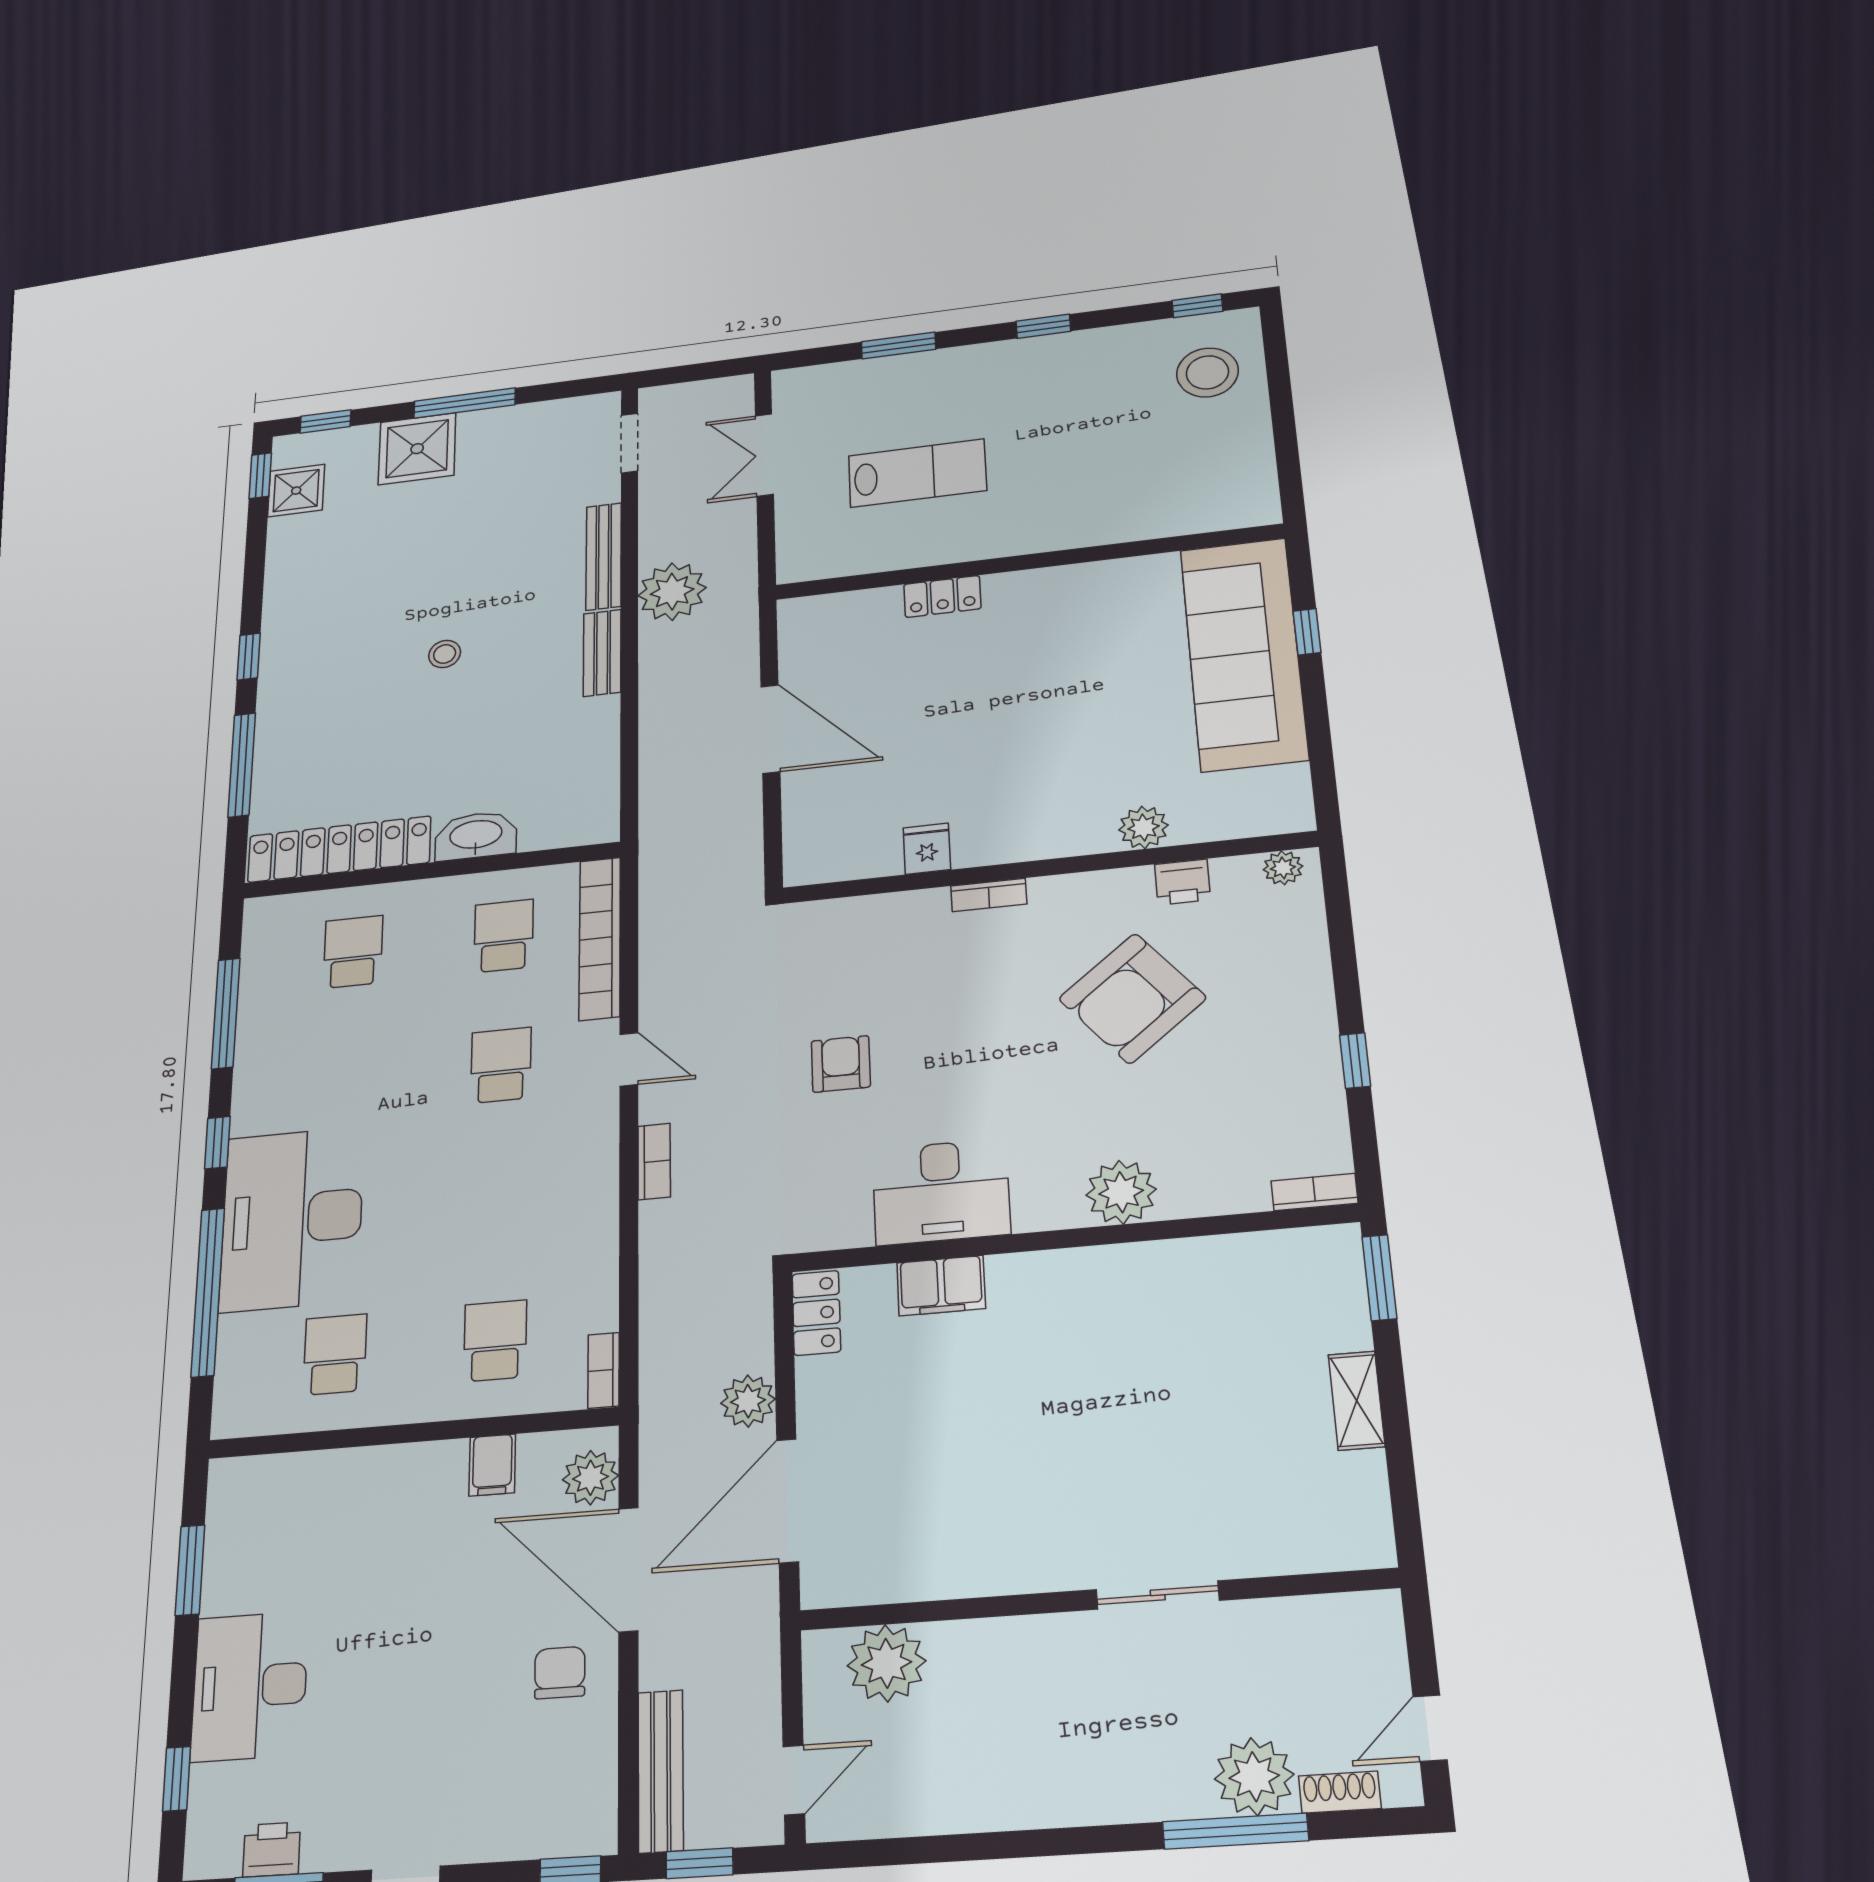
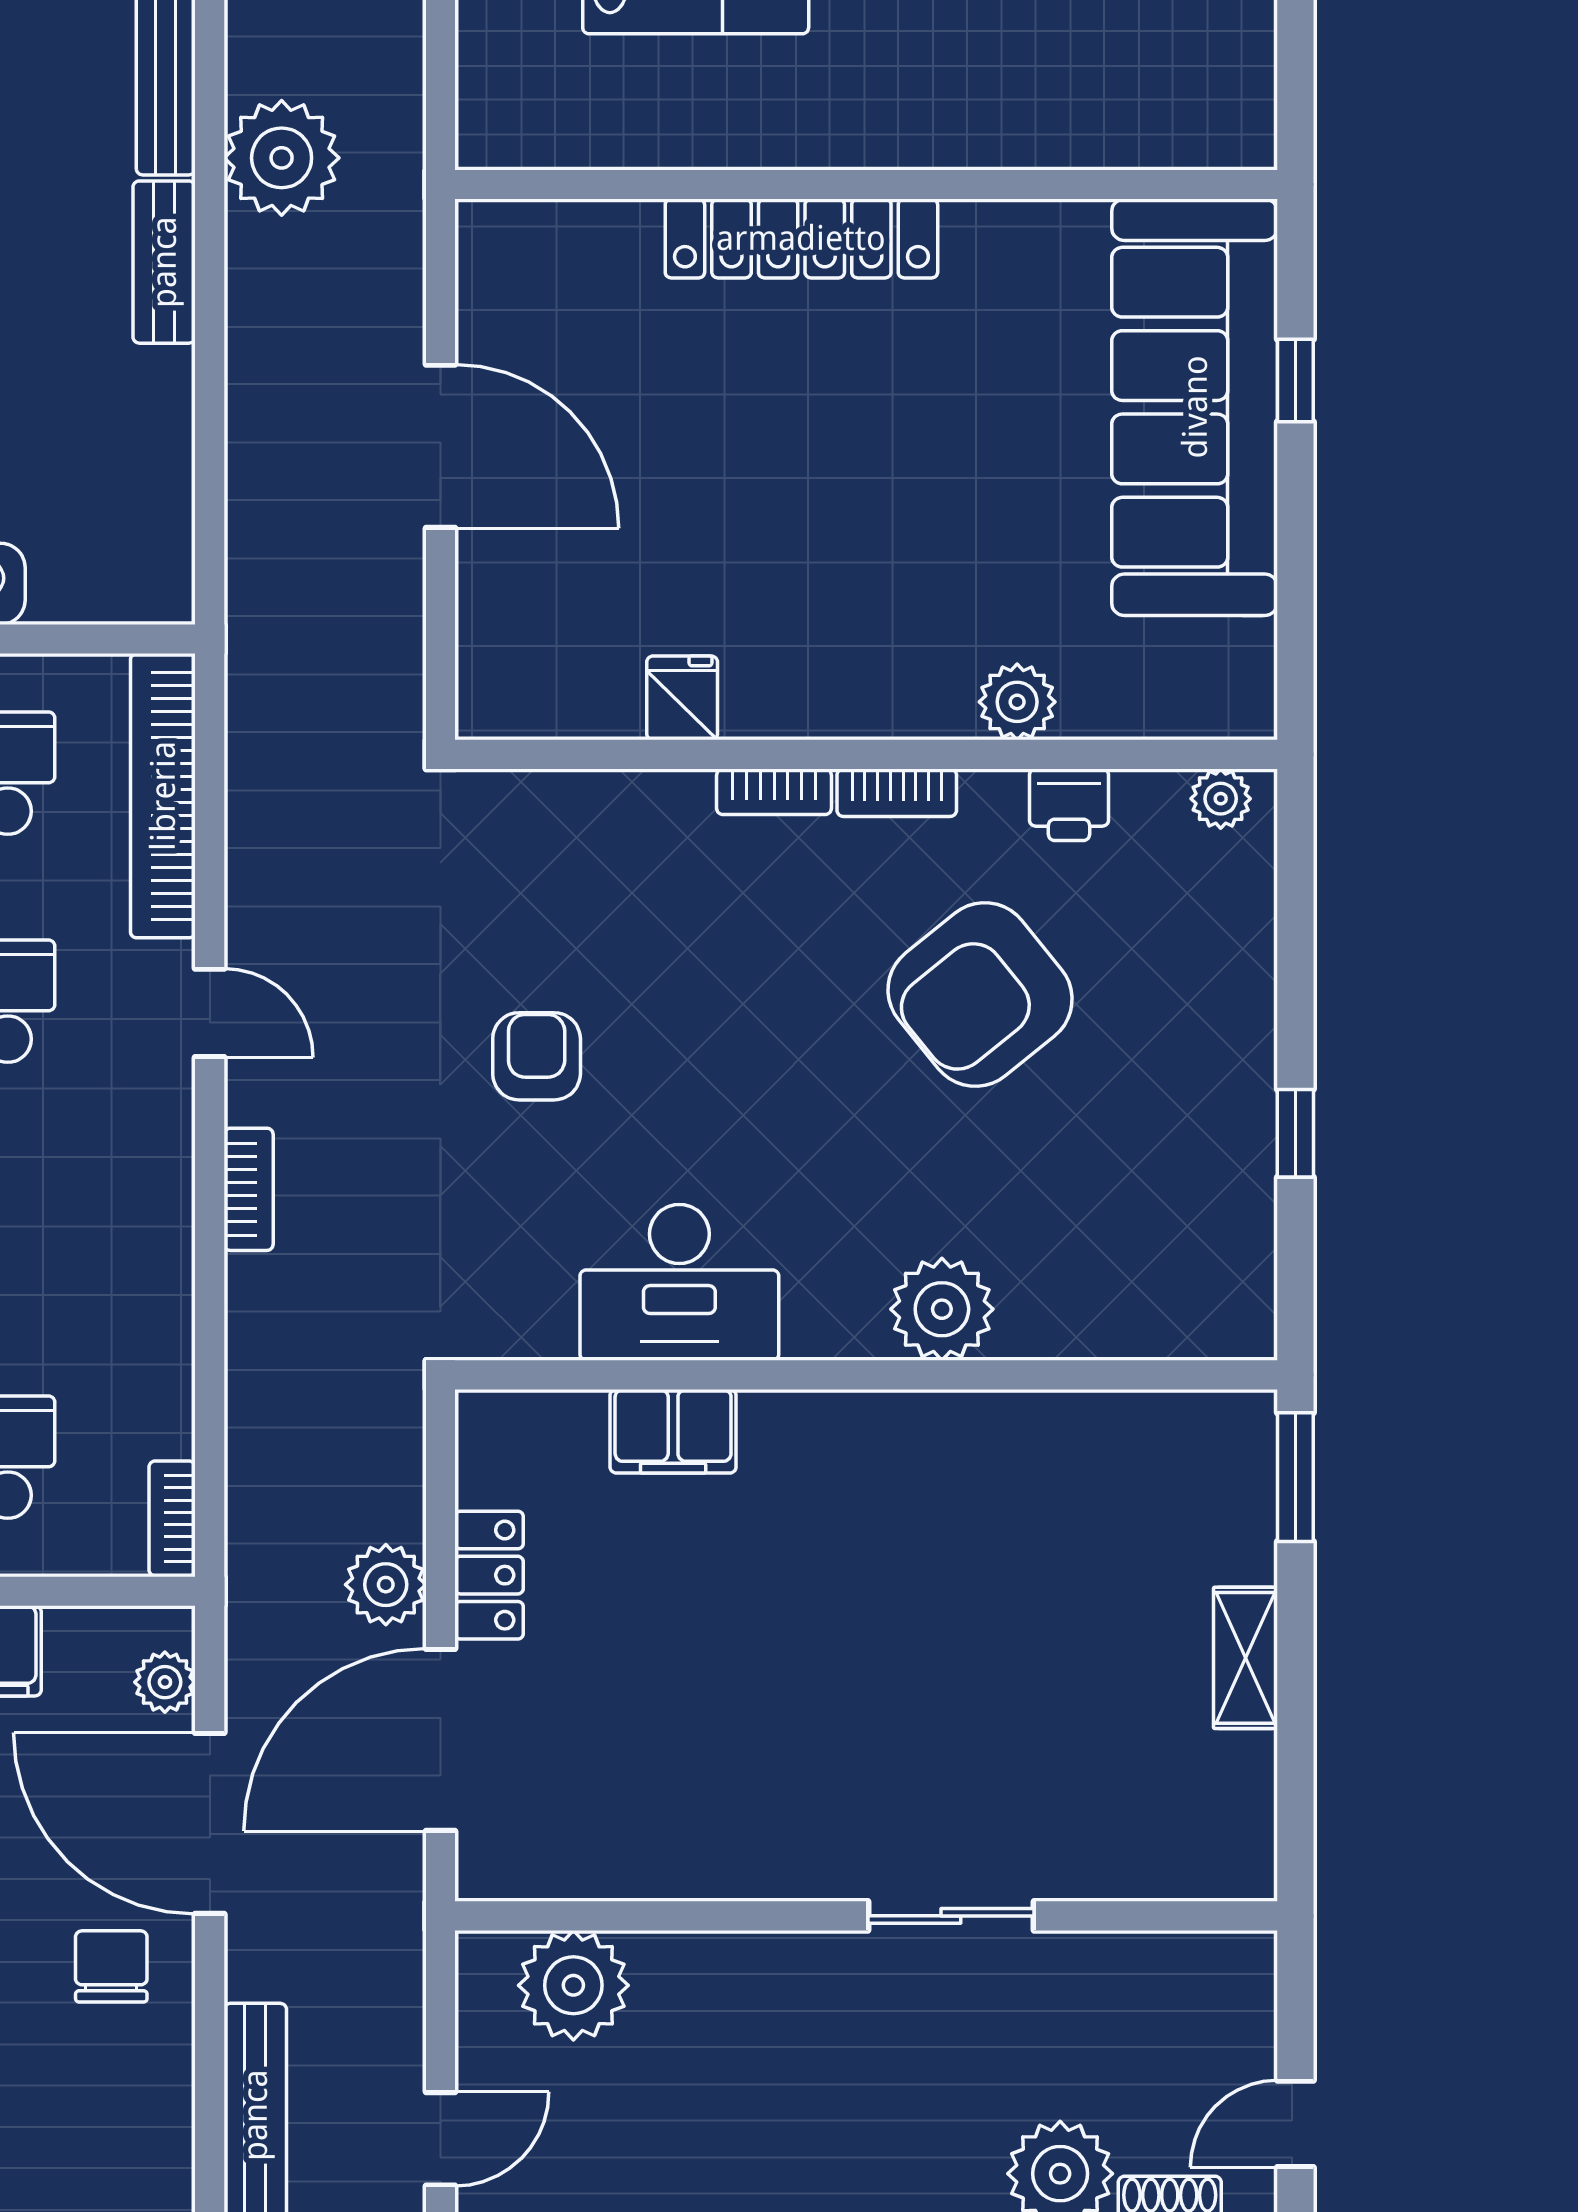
locker: (942, 596) -> (801, 238), width x2.16, depth x1.21
bookcase: (1315, 1192) -> (897, 793), moved, turned 180
locker: (816, 1313) -> (489, 1575), moved
plant: (590, 1478) -> (165, 1682), width x0.73, depth x0.73

